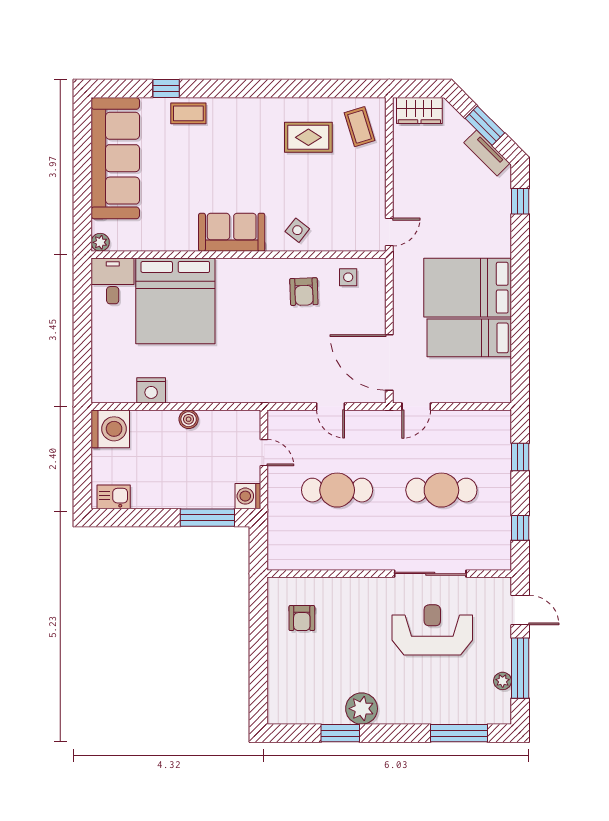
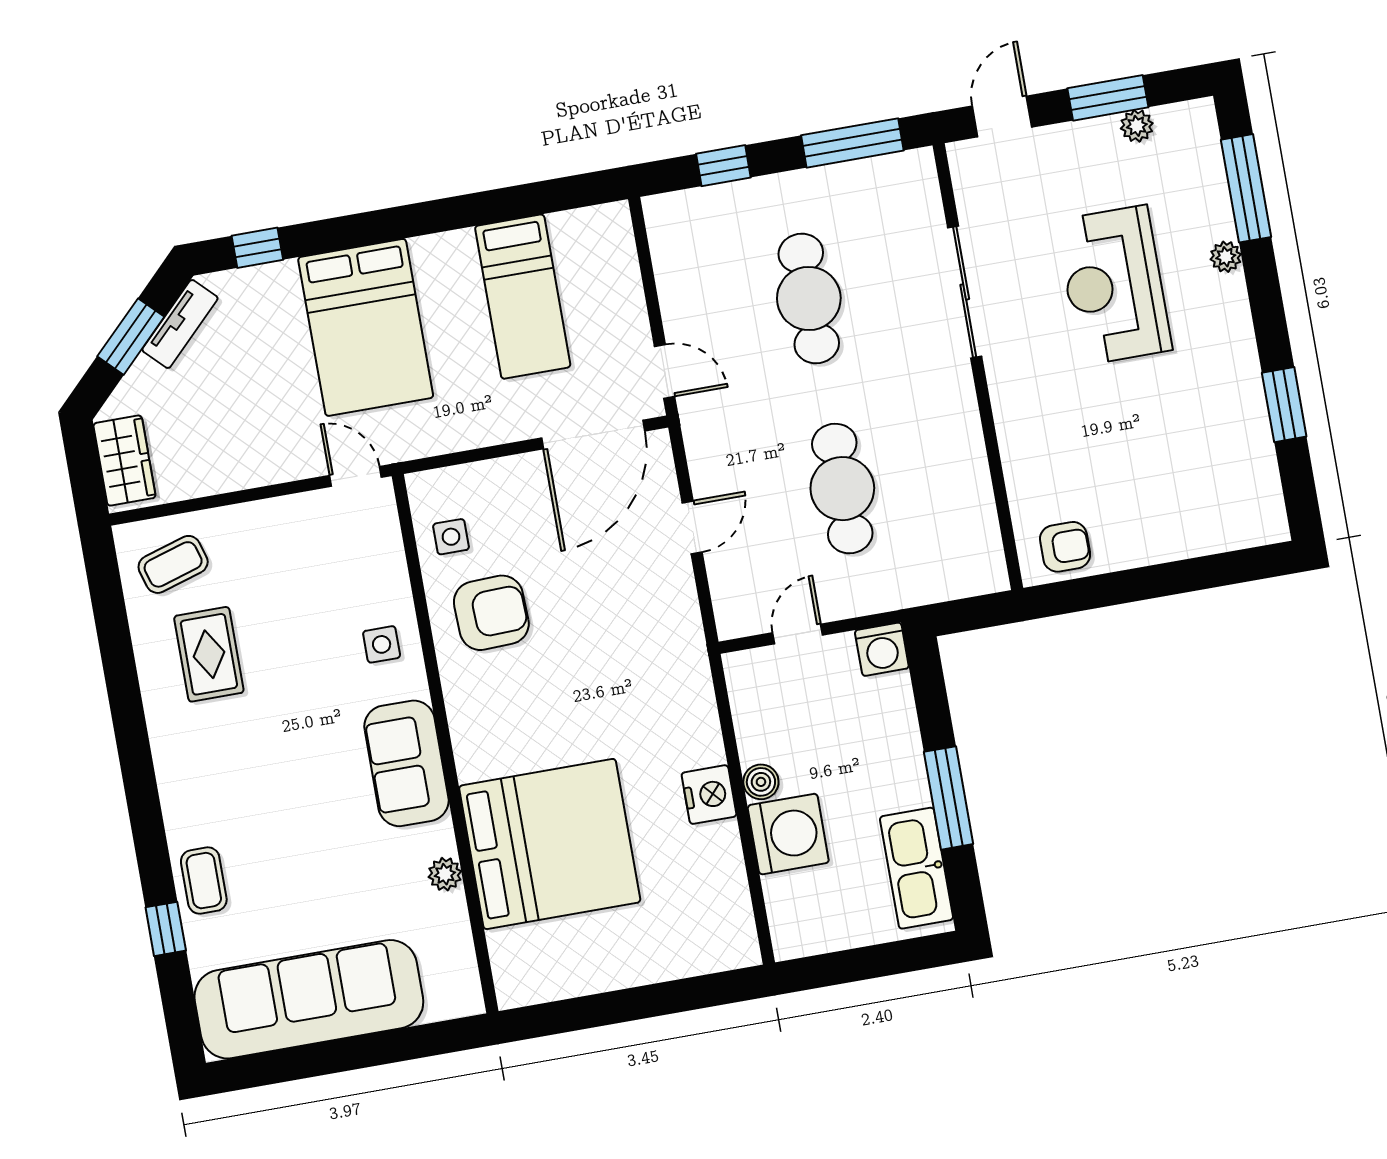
side table: (297, 230) -> (382, 644), turned -38
plant: (100, 242) -> (445, 874), moved
desk: (113, 281) -> (533, 965), removed
bed: (468, 288) -> (366, 327), moved
armchair: (304, 292) -> (491, 613), width x1.38, depth x1.38
nightstand: (151, 390) -> (709, 795), moved
washing machine: (110, 429) -> (788, 834), moved, turned 90
kitchen sink: (114, 497) -> (916, 868), width x1.87, depth x1.24
window: (207, 518) -> (949, 798), moved
window: (520, 528) -> (852, 143), width x2.17
armchair: (302, 618) -> (1065, 547), moved
reception desk: (432, 630) -> (1114, 285), moved
window: (520, 668) -> (1108, 98), width x0.69
plant: (362, 709) -> (1226, 257), moved, width x0.53, depth x0.53

